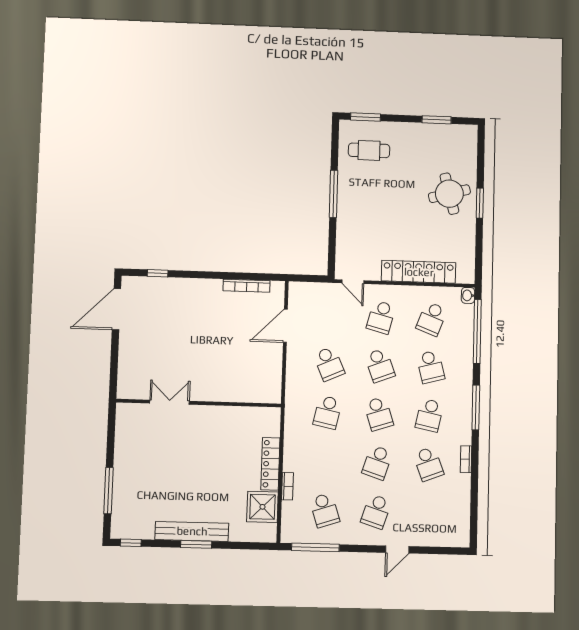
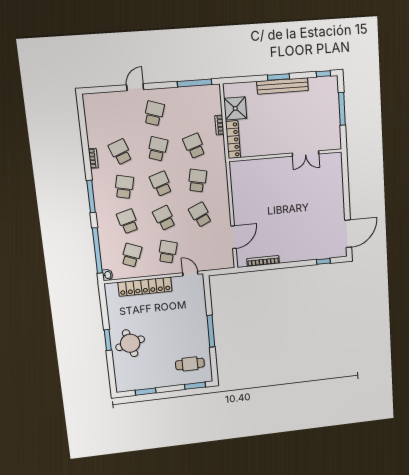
double door: (170, 402) -> (306, 154), moved
wall: (199, 403) -> (286, 155), moved
school desk: (325, 510) -> (194, 146), moved

